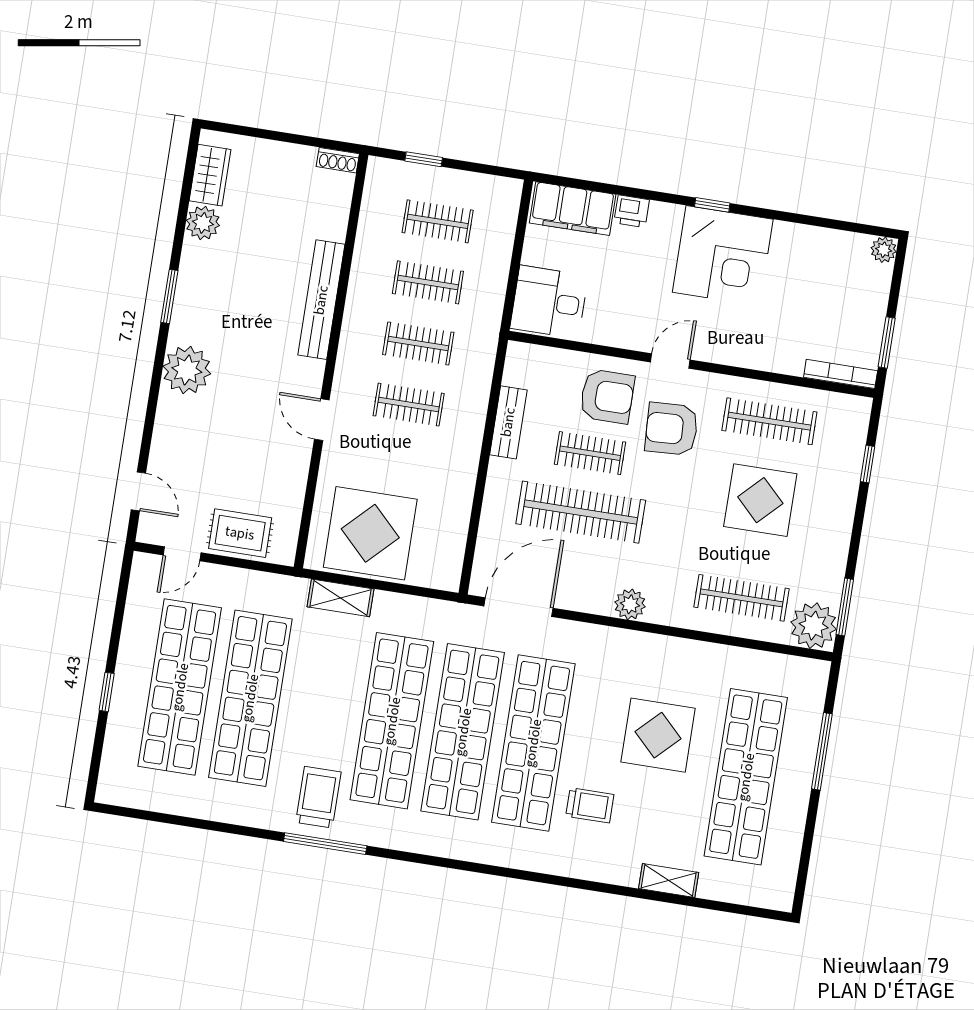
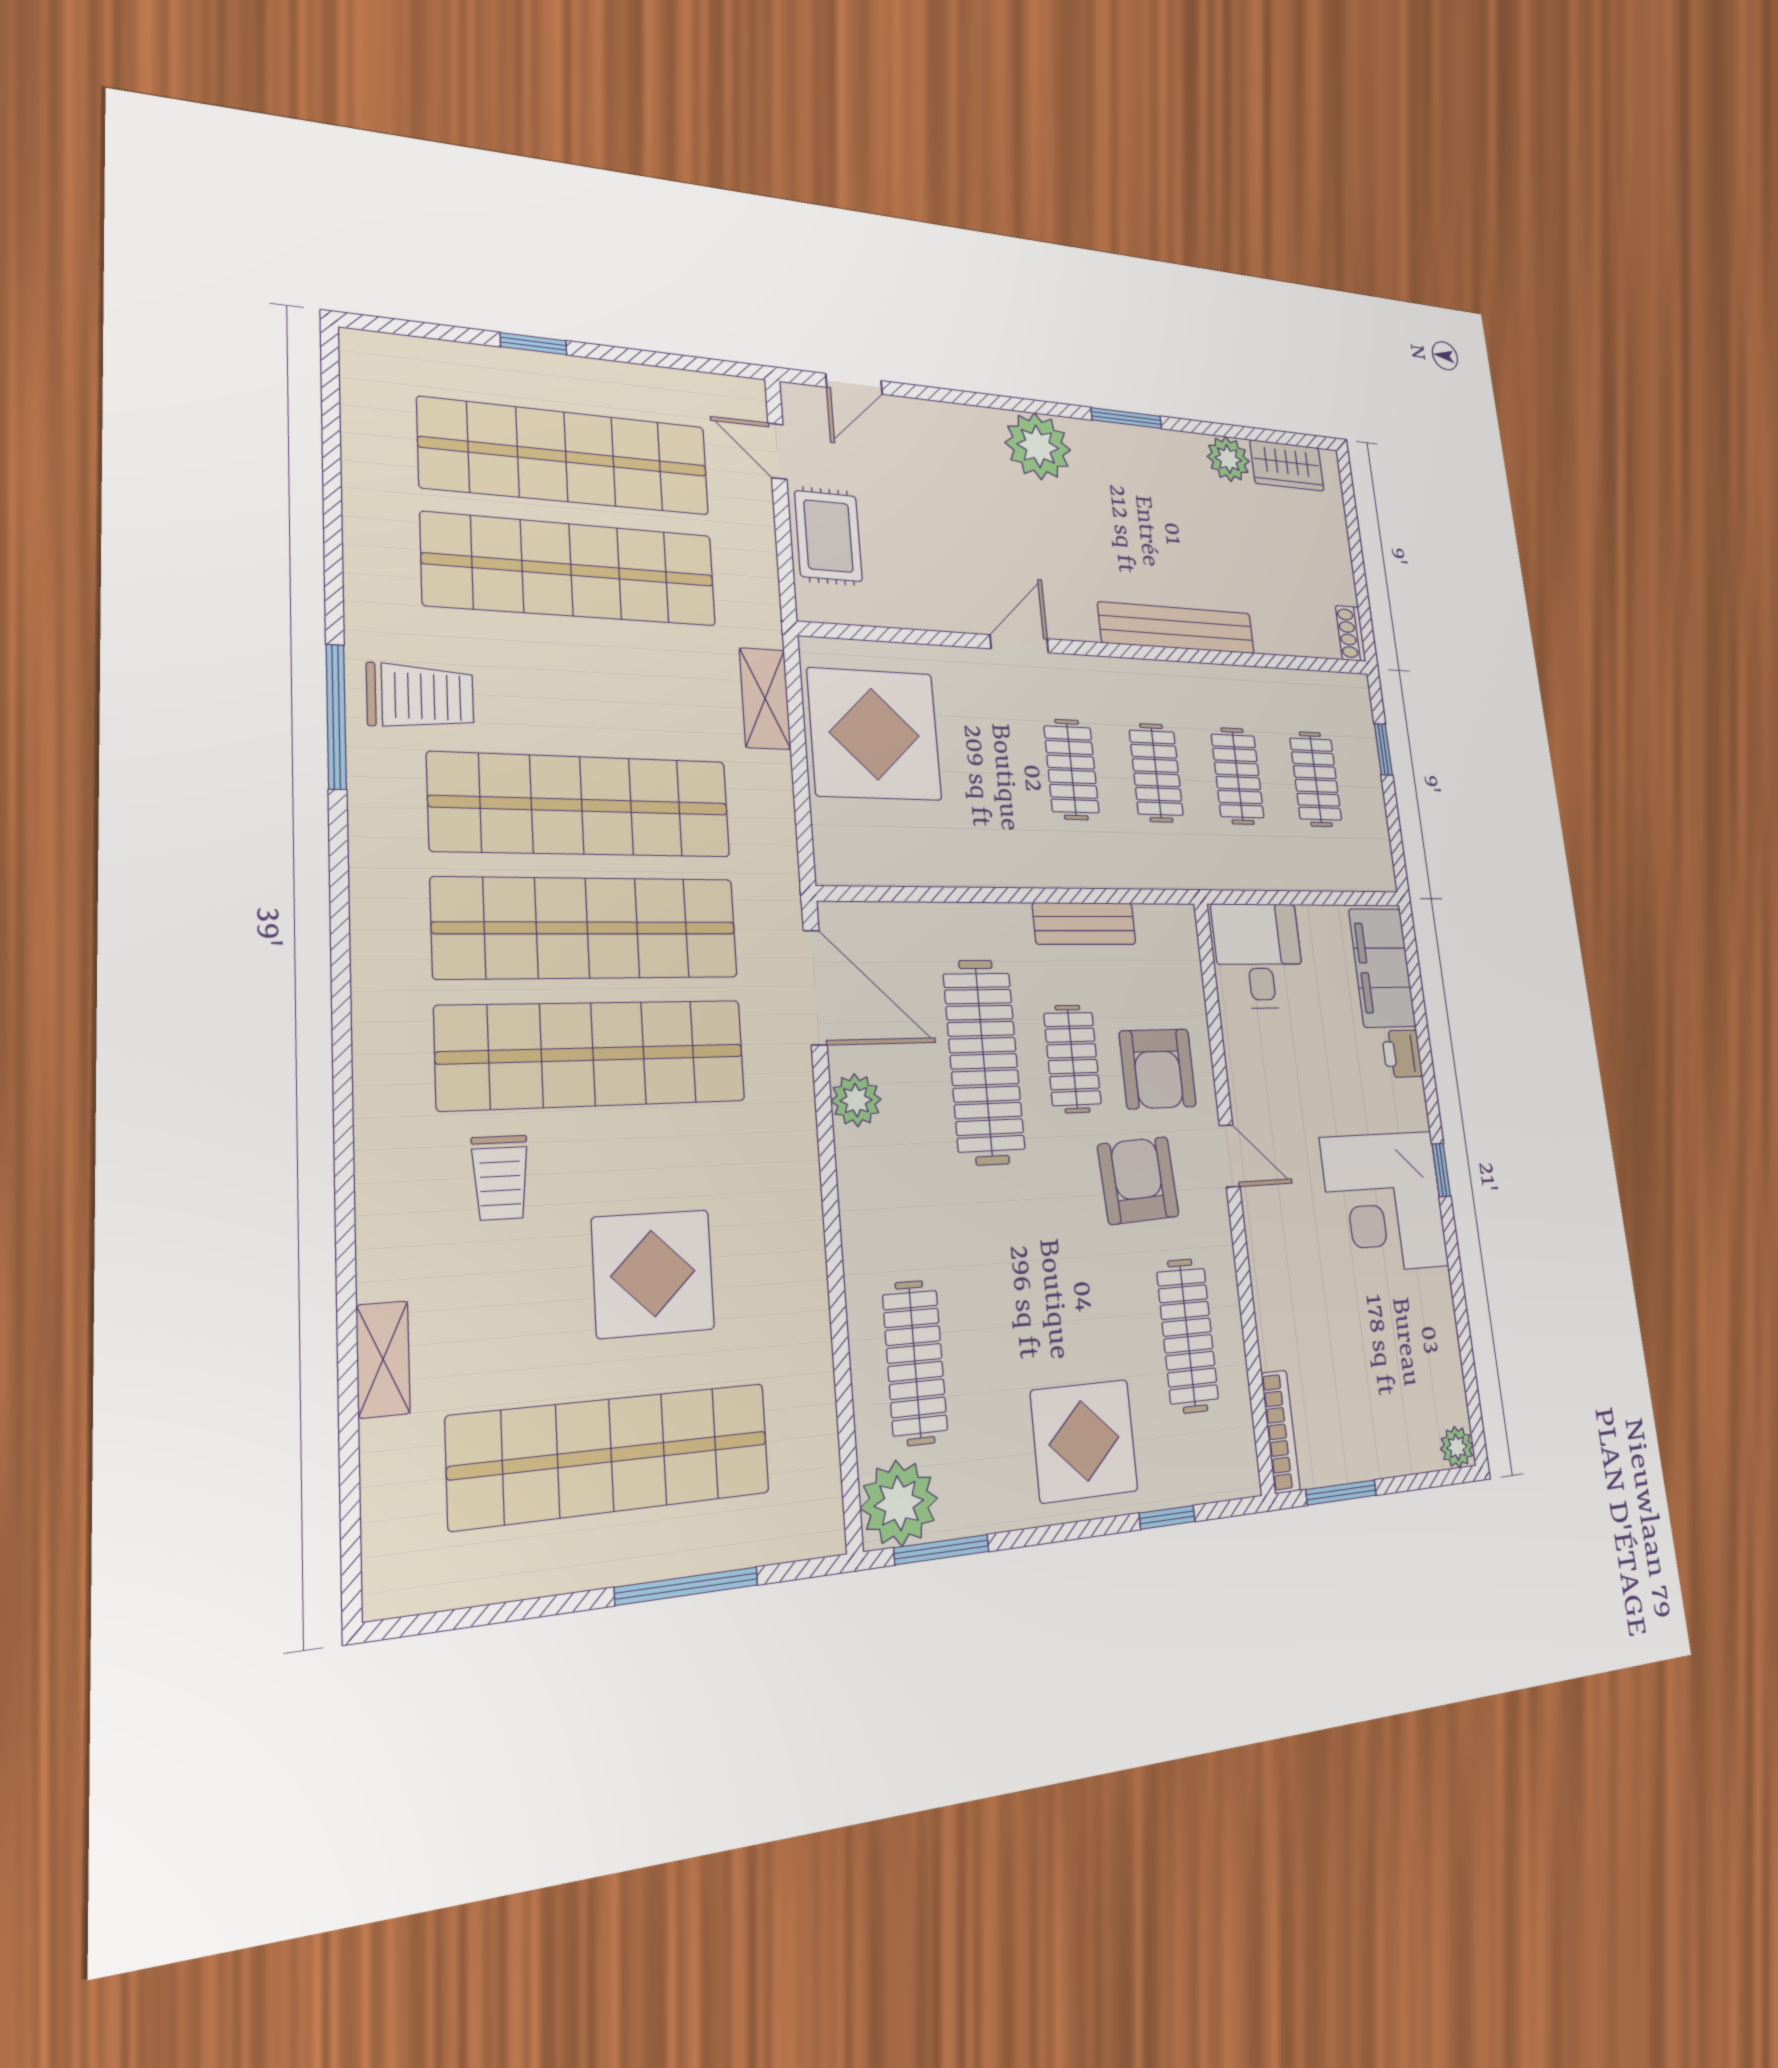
display table: (760, 500) -> (1084, 1441), moved
plant: (630, 604) -> (856, 1100), moved

